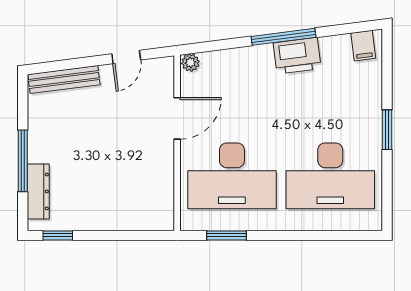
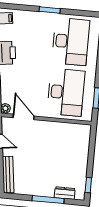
door: (177, 118) -> (24, 117), moved
dresser: (38, 191) -> (65, 193), width x0.70

